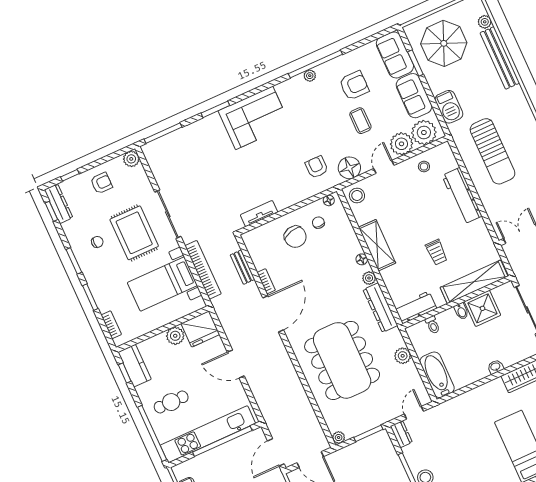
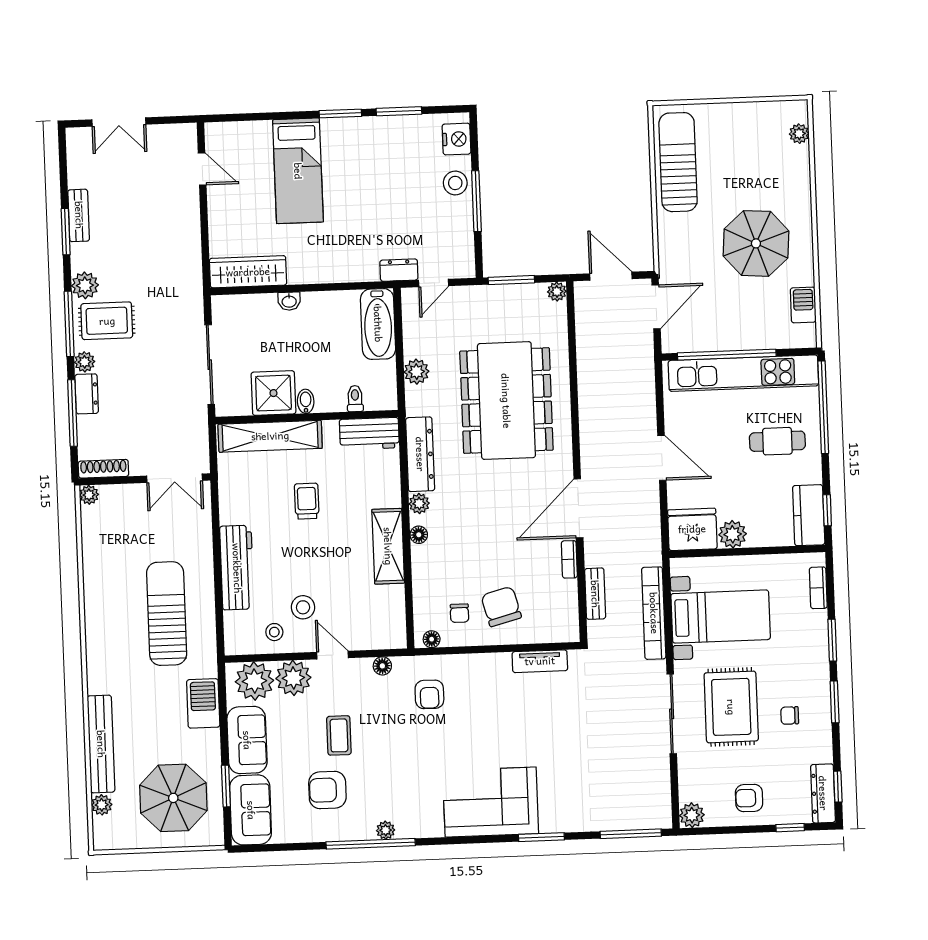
door: (384, 167) -> (332, 655), swing flipped
floor lamp: (349, 168) -> (382, 666), width x0.53, depth x0.53
stool: (357, 195) -> (303, 607), moved
dresser: (401, 434) -> (399, 270), moved, turned 90

